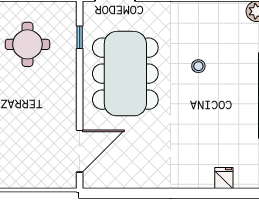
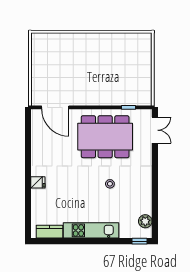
round table: (27, 44) -> (124, 74), removed
fridge: (224, 178) -> (38, 182), moved

